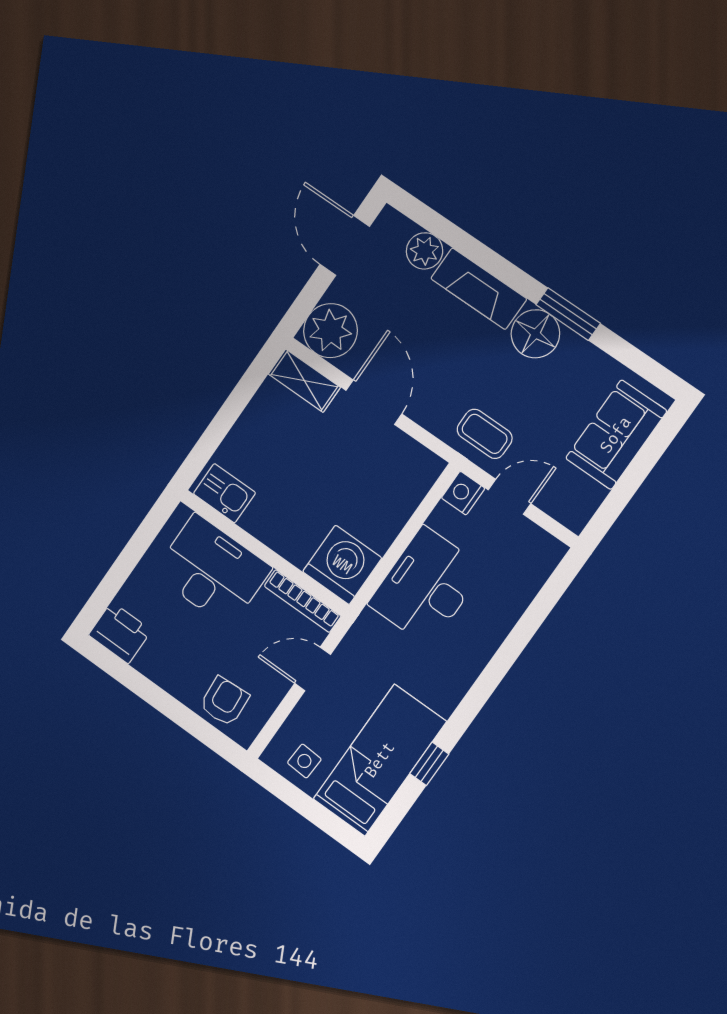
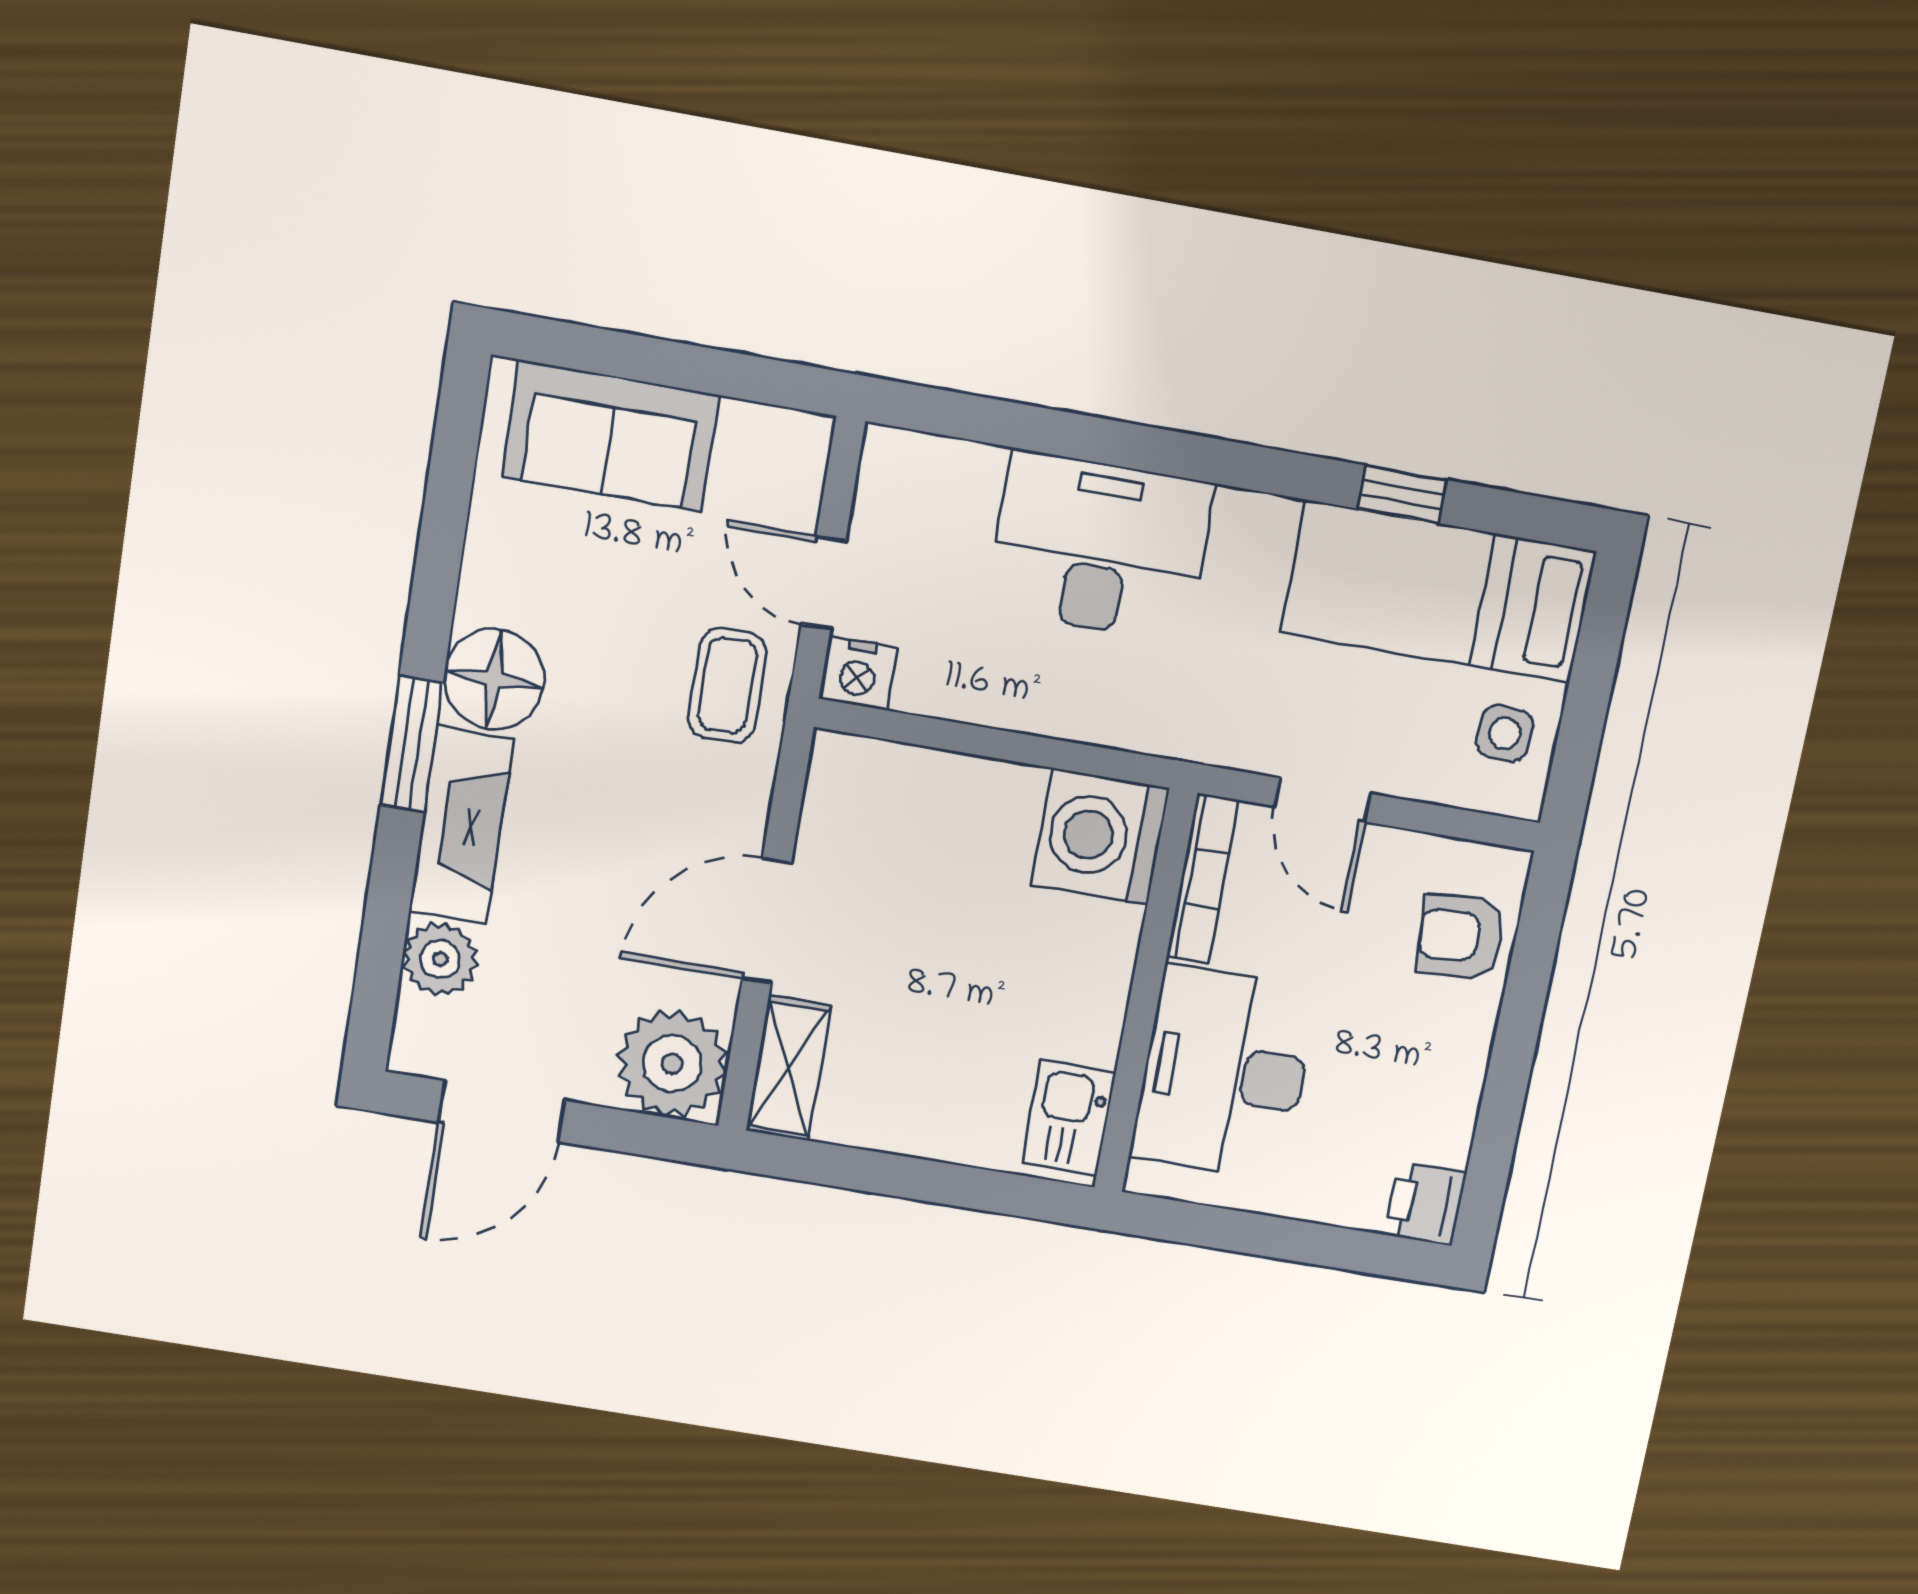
window: (568, 314) -> (412, 744), moved
desk: (426, 586) -> (1100, 547), moved, turned 180
printer: (120, 633) -> (1425, 1204), width x0.73, depth x0.81

